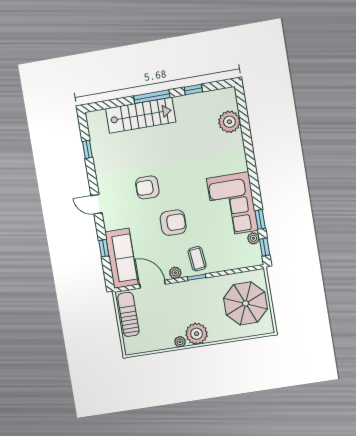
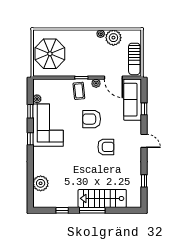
window: (265, 247) -> (30, 139), moved
plant: (197, 334) -> (113, 38), moved

